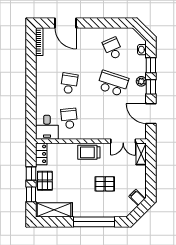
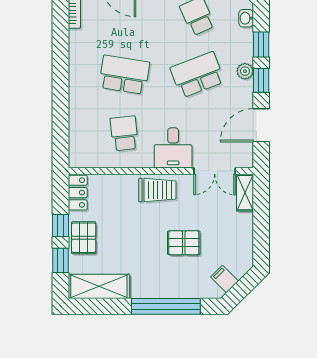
school desk: (69, 83) -> (124, 75), width x1.85
school desk: (113, 83) -> (197, 75), turned -39
door: (151, 114) -> (261, 125), hinge flipped
desk: (47, 127) -> (173, 148), moved
trolley: (89, 152) -> (157, 190), turned 180
filing cabinet: (137, 197) -> (224, 279), moved

